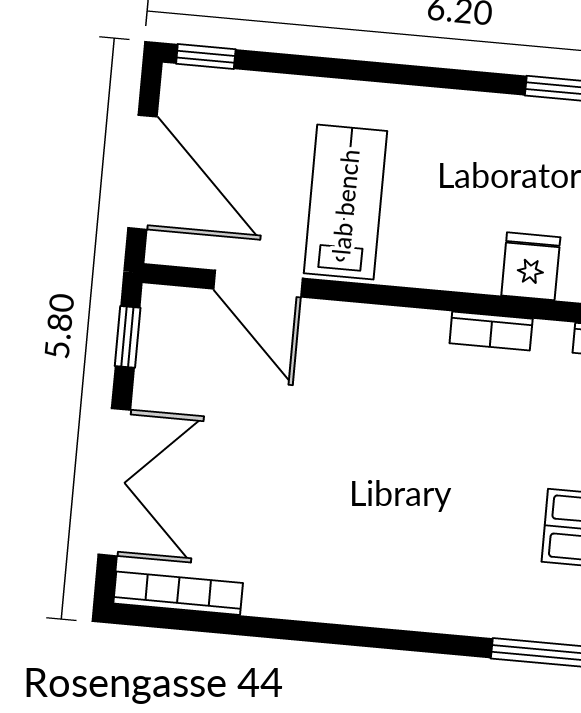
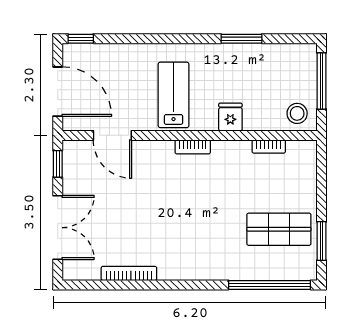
lab bench: (345, 202) -> (174, 95), moved
bookcase: (491, 331) -> (193, 147), moved
bookcase: (178, 593) -> (129, 273), moved

